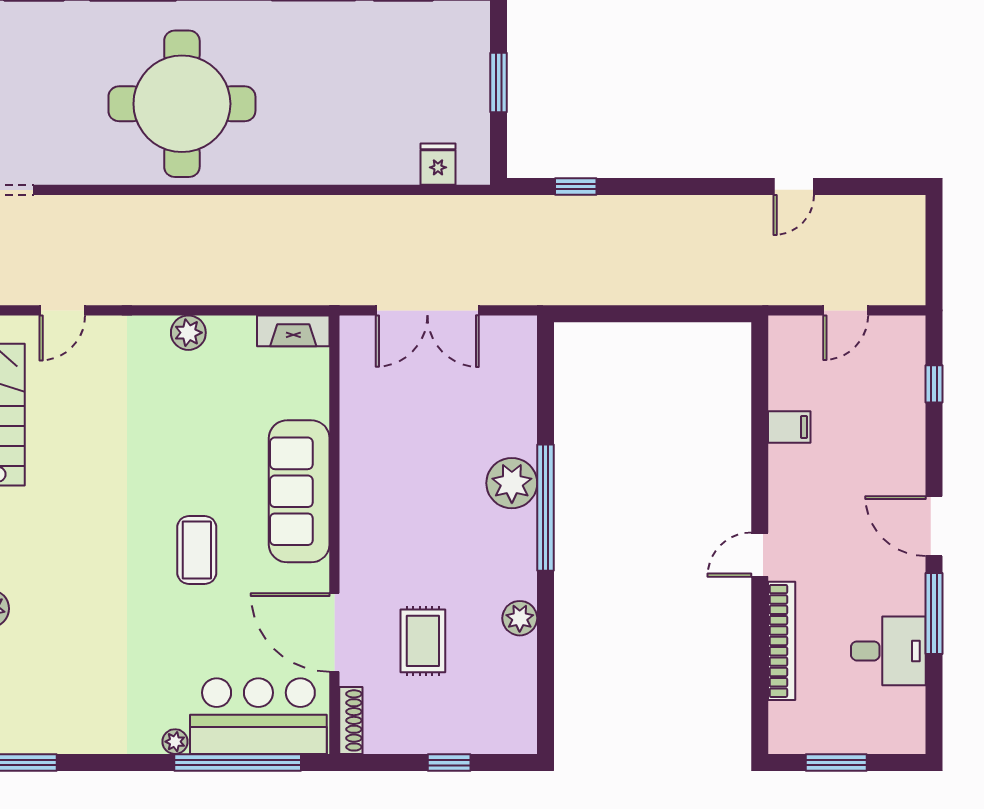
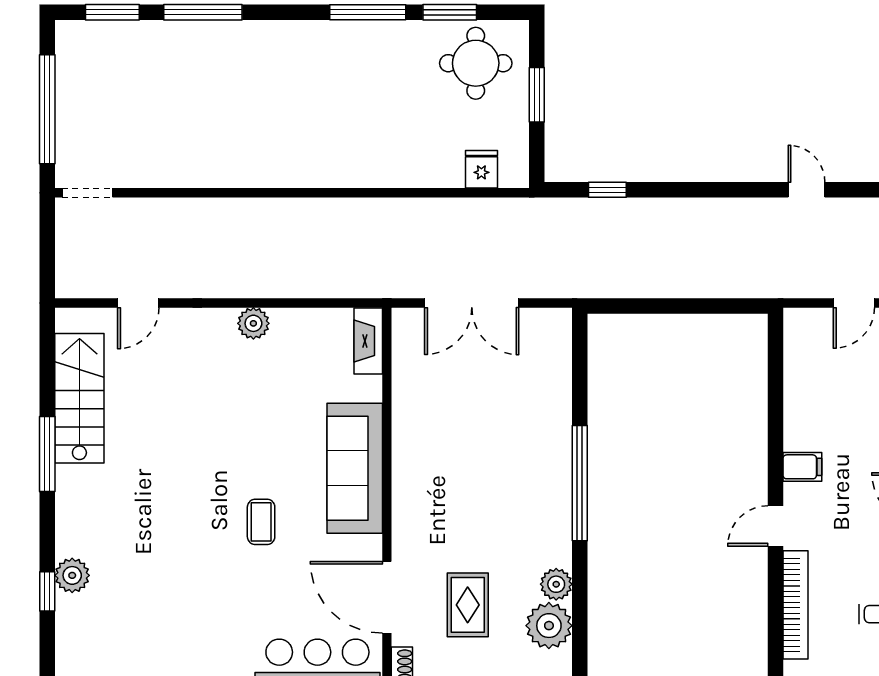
round table: (182, 104) -> (476, 63), moved, width x0.54, depth x0.54
door: (794, 186) -> (807, 190), swing flipped
fireplace: (293, 331) -> (368, 341), moved, turned 90
filing cabinet: (789, 427) -> (802, 467), moved
plant: (512, 483) -> (549, 626), moved
coffee table: (197, 550) -> (261, 522), width x0.73, depth x0.77

